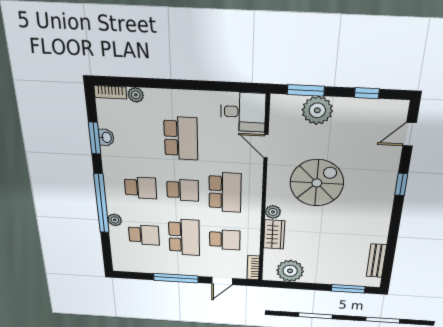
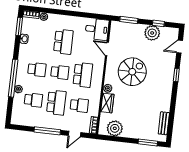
plant: (317, 110) -> (152, 33), moved
window: (95, 138) -> (19, 27), moved

